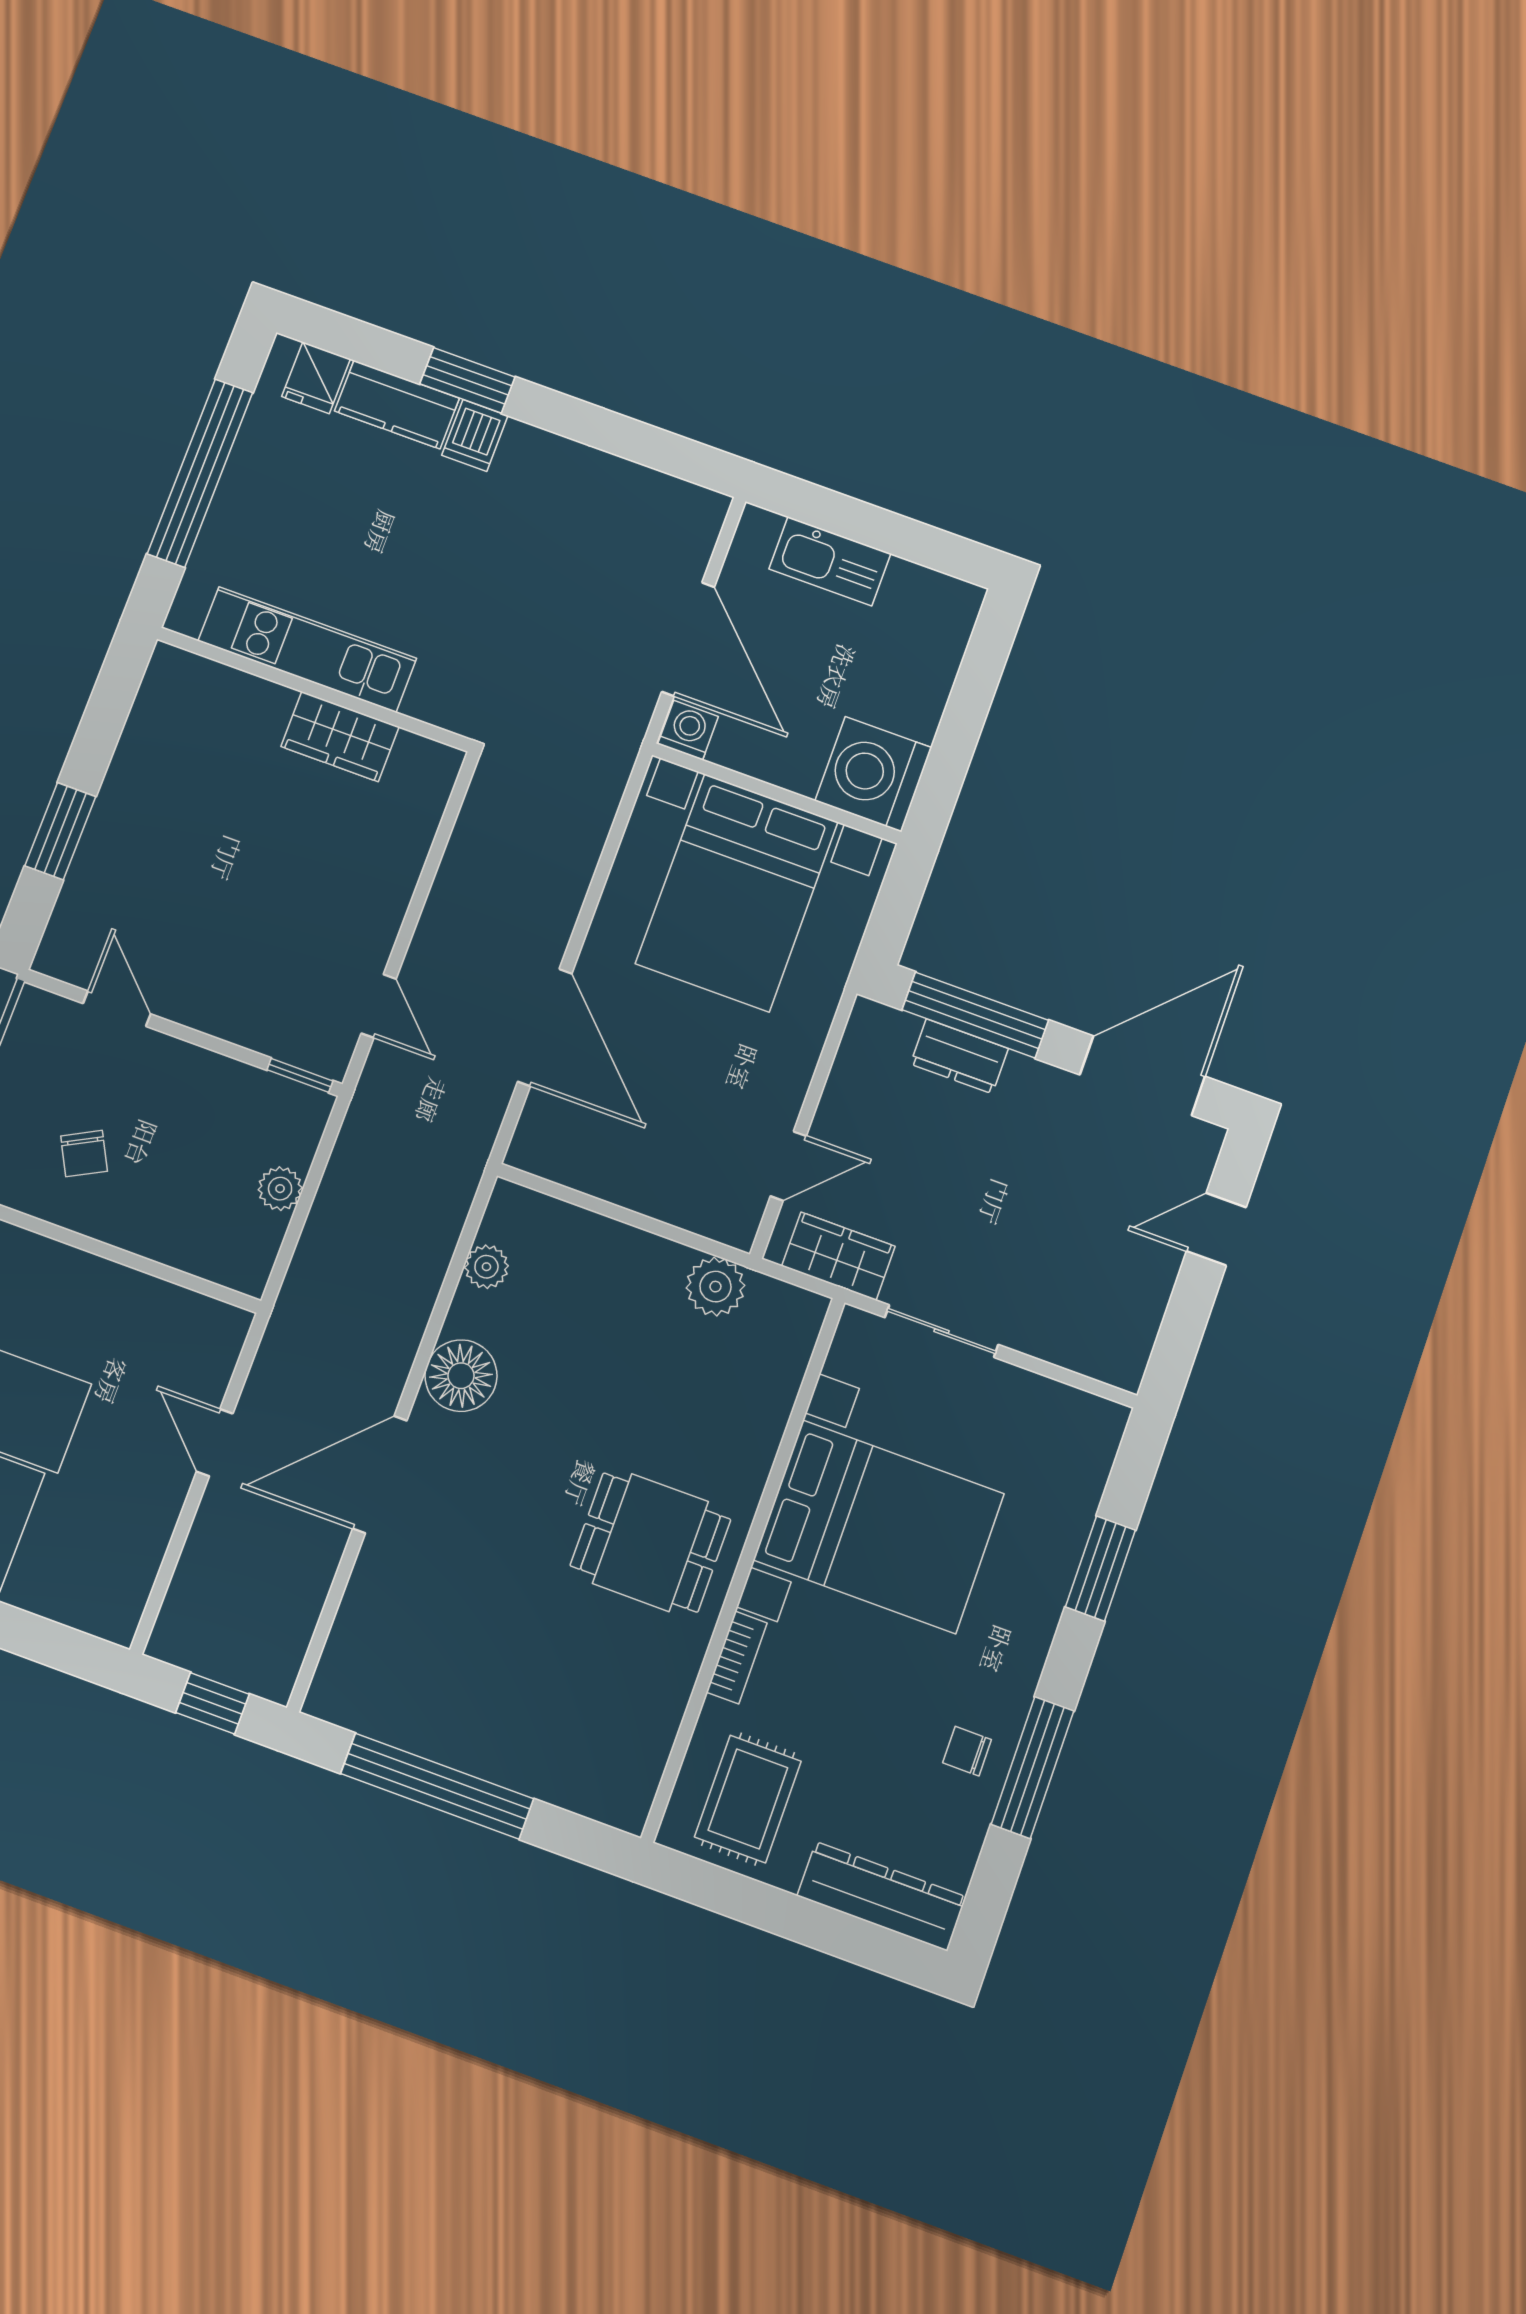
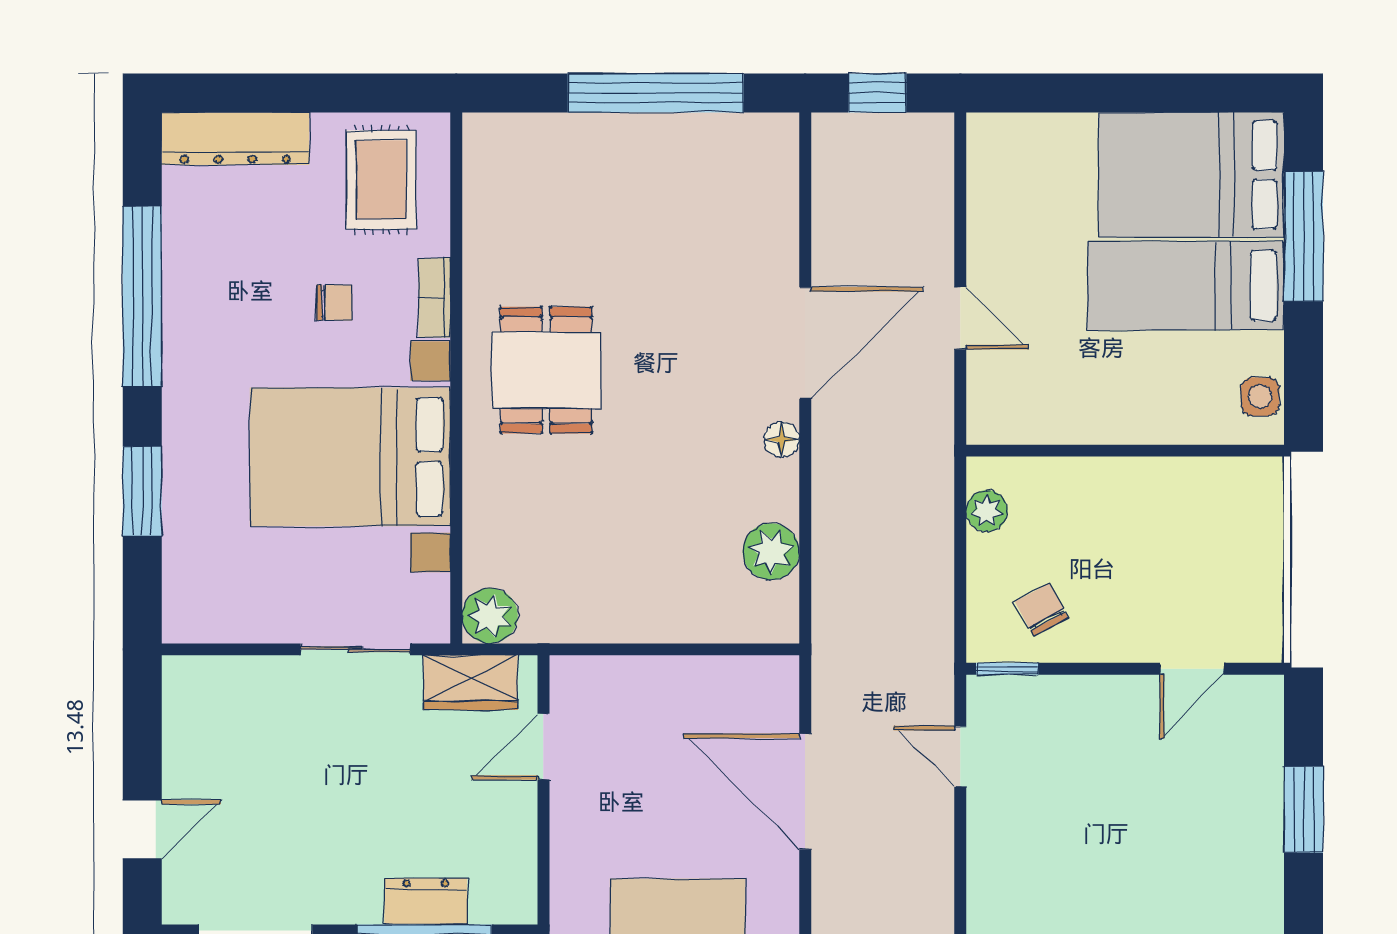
door: (117, 1009) -> (1192, 669), hinge flipped
chair: (84, 1154) -> (1042, 610), moved
plant: (280, 1189) -> (987, 511), moved
plant: (486, 1267) -> (771, 552), width x1.38, depth x1.38
plant: (715, 1287) -> (490, 616), moved
floor lamp: (461, 1376) -> (782, 439), width x0.53, depth x0.53
dining table: (650, 1543) -> (546, 370), turned 90
chair: (967, 1751) -> (334, 303), moved
window: (1033, 1768) -> (142, 297), width x1.46

